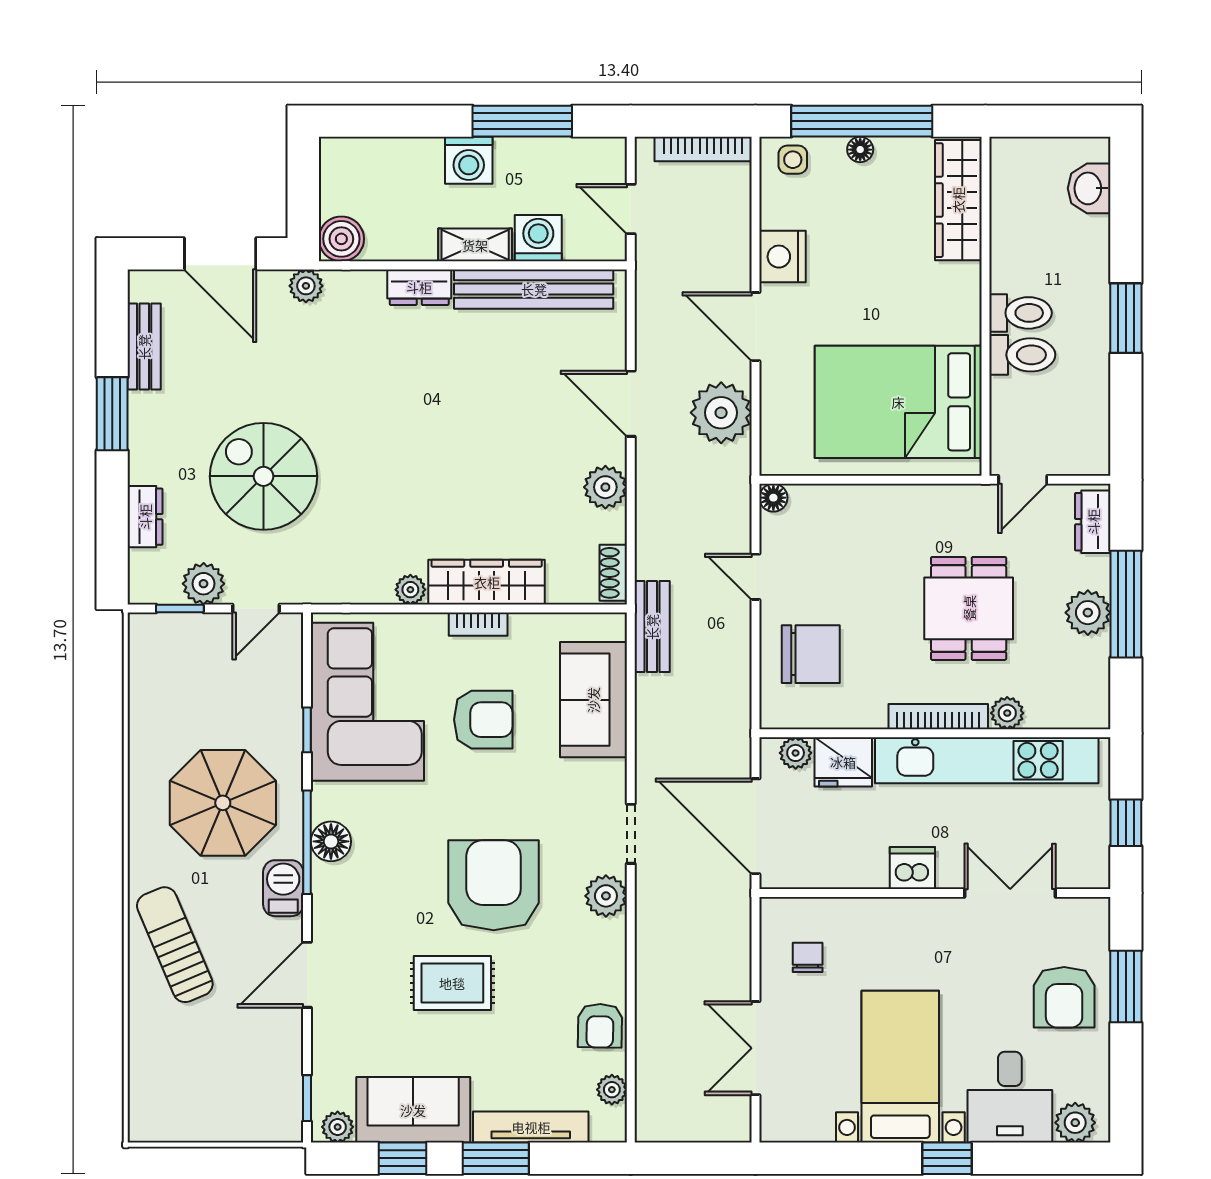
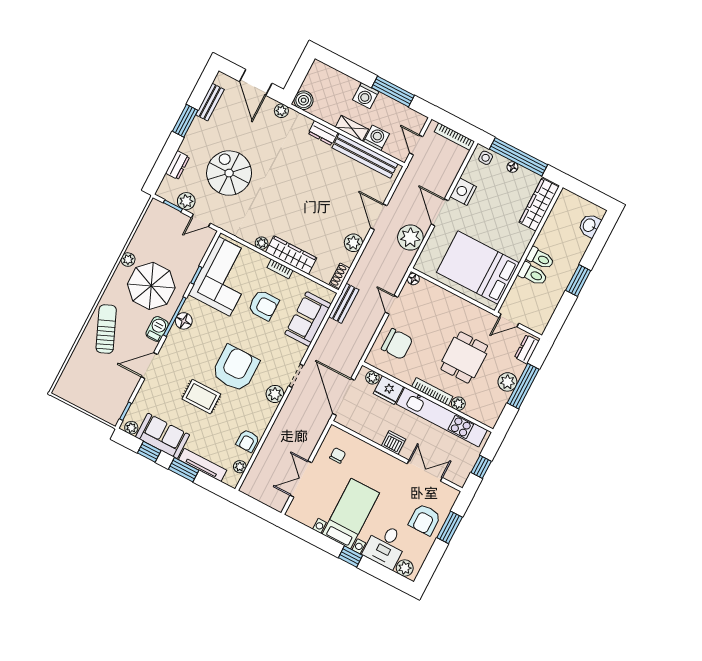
plant: (144, 773) -> (128, 260), added

